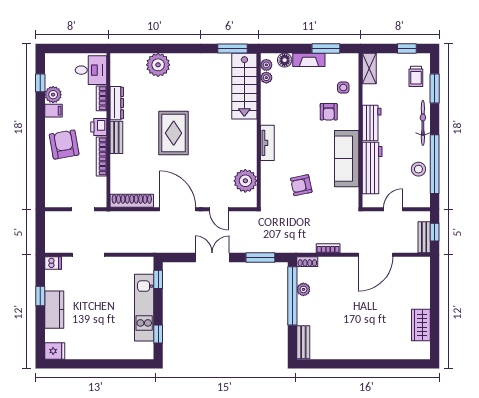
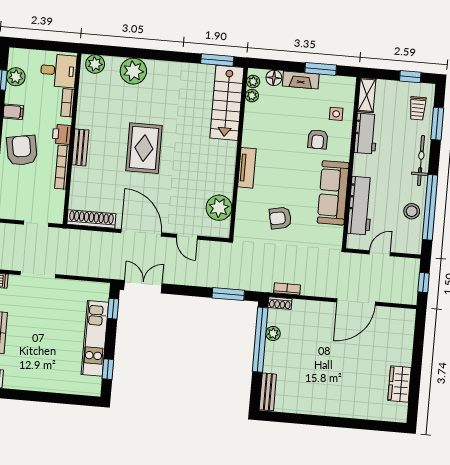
plant: (123, 61) -> (95, 64), added
plant: (53, 95) -> (16, 77), moved
dresser: (117, 103) -> (84, 109), removed
workbench: (372, 123) -> (366, 134), moved
bench: (424, 237) -> (411, 287), removed
bookcase: (328, 248) -> (287, 289), moved
double door: (212, 258) -> (143, 287), moved

